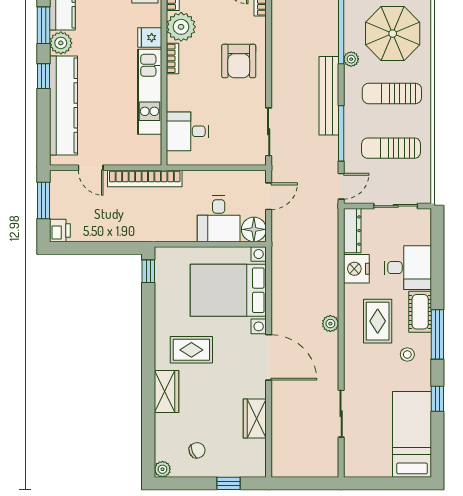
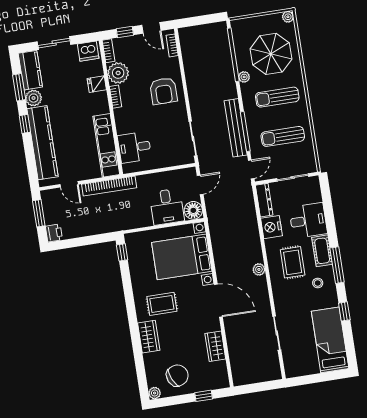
kitchen unit: (150, 92) -> (106, 145), moved
bench: (329, 96) -> (236, 128), moved
chair: (197, 450) -> (177, 376), width x1.87, depth x1.87

